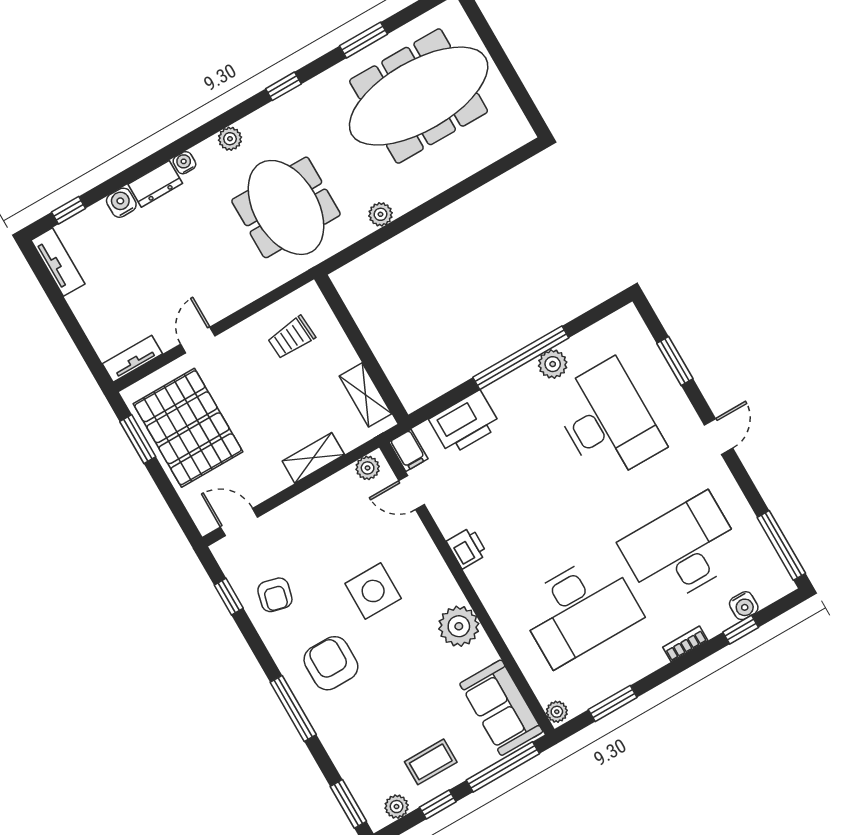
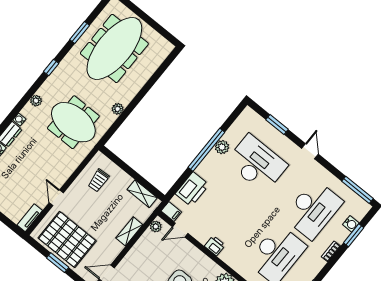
window: (138, 439) -> (58, 263), moved
desk: (682, 550) -> (313, 209), turned 180
window: (741, 630) -> (354, 235), width x1.50

